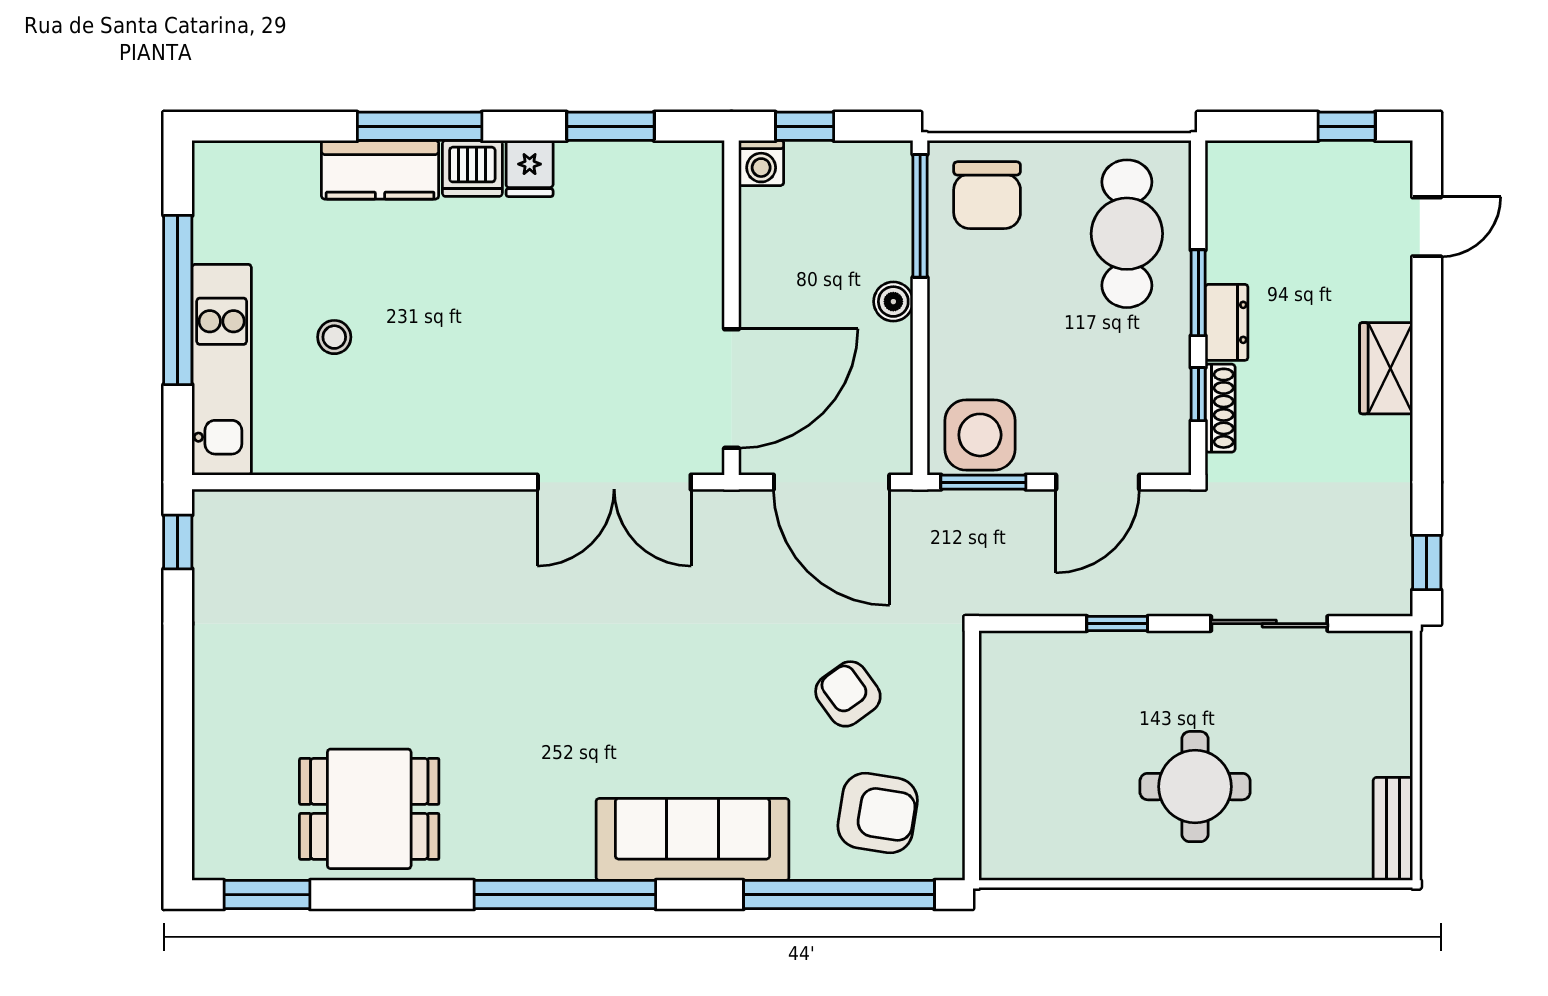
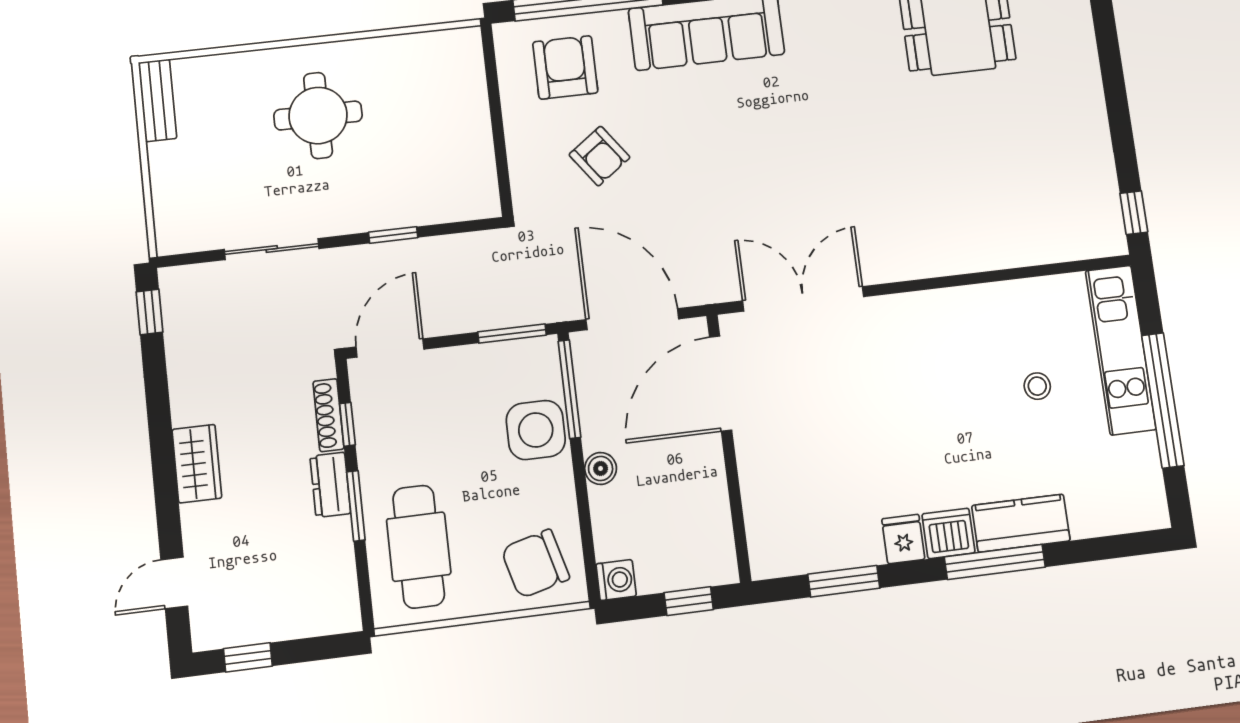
washing machine: (761, 163) -> (616, 580), moved, turned 90
chair: (987, 195) -> (535, 564), turned -105
window: (920, 216) -> (570, 389), moved
side table: (980, 435) -> (536, 430), moved
door: (1098, 482) -> (390, 348), moved
armchair: (878, 813) -> (565, 67), turned 81

